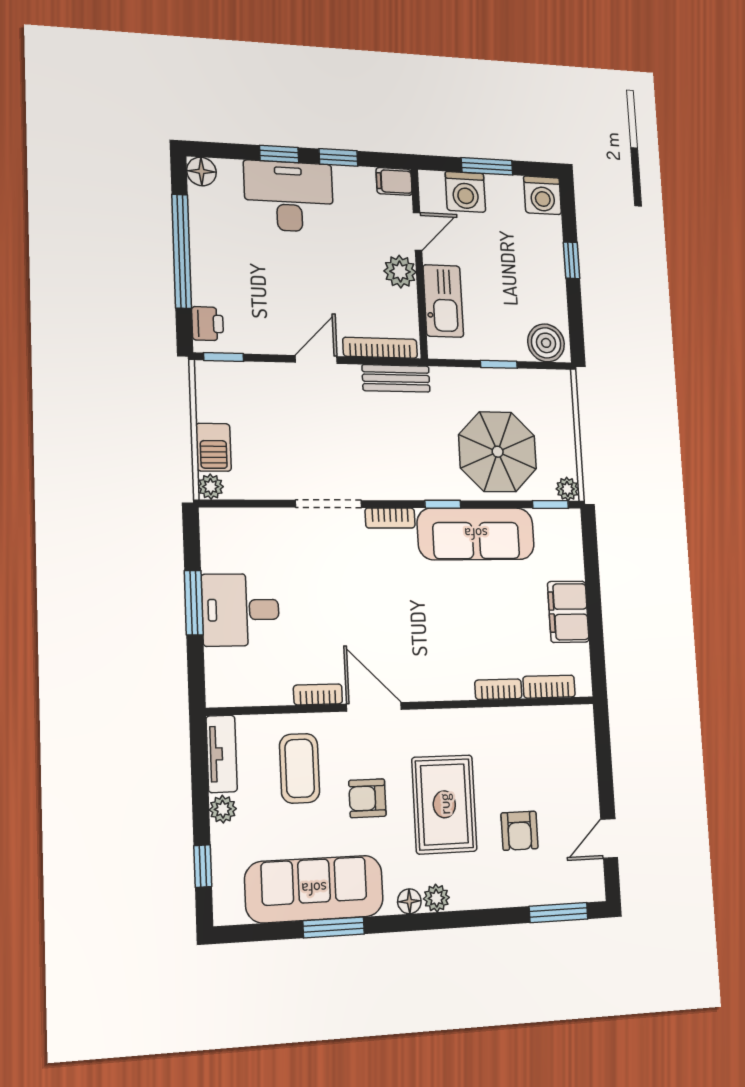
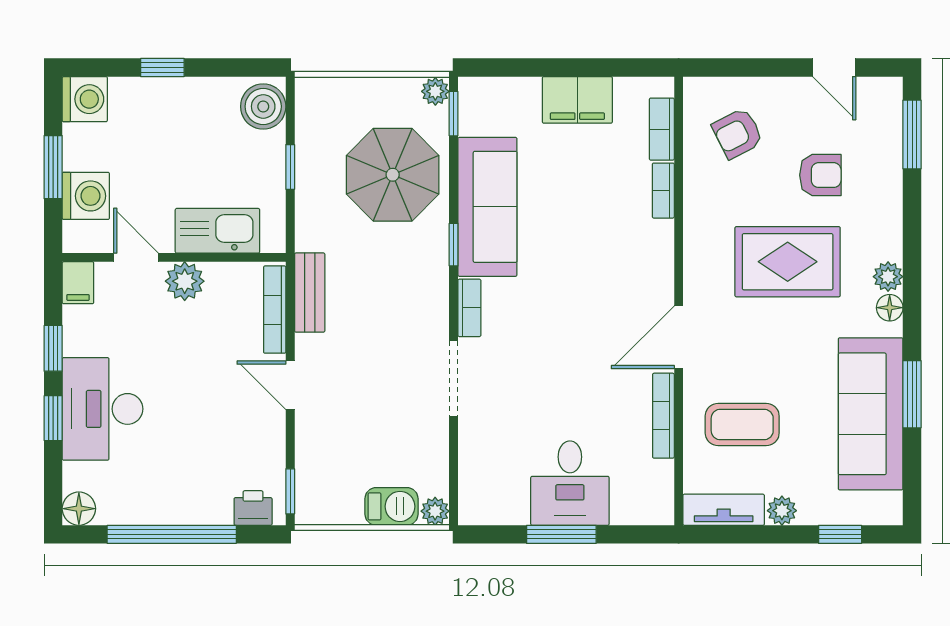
bookcase: (318, 694) -> (663, 416), width x1.56
armchair: (367, 798) -> (738, 133), moved, turned 63

